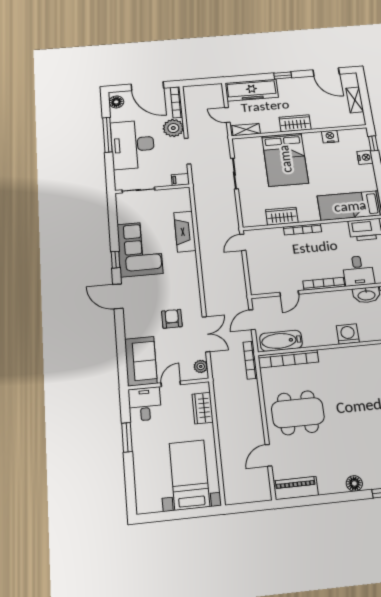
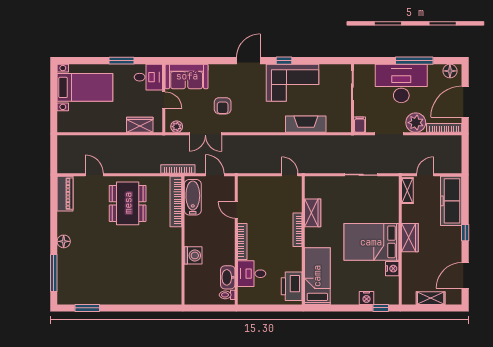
bed: (285, 159) -> (371, 242), moved
armchair: (172, 319) -> (223, 106), turned 90
bed with nightstands: (189, 475) -> (85, 87), moved

